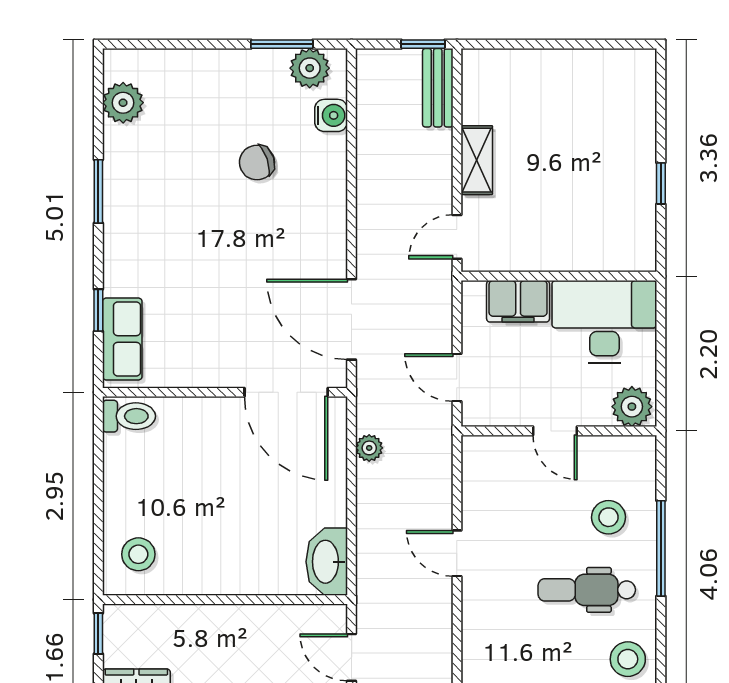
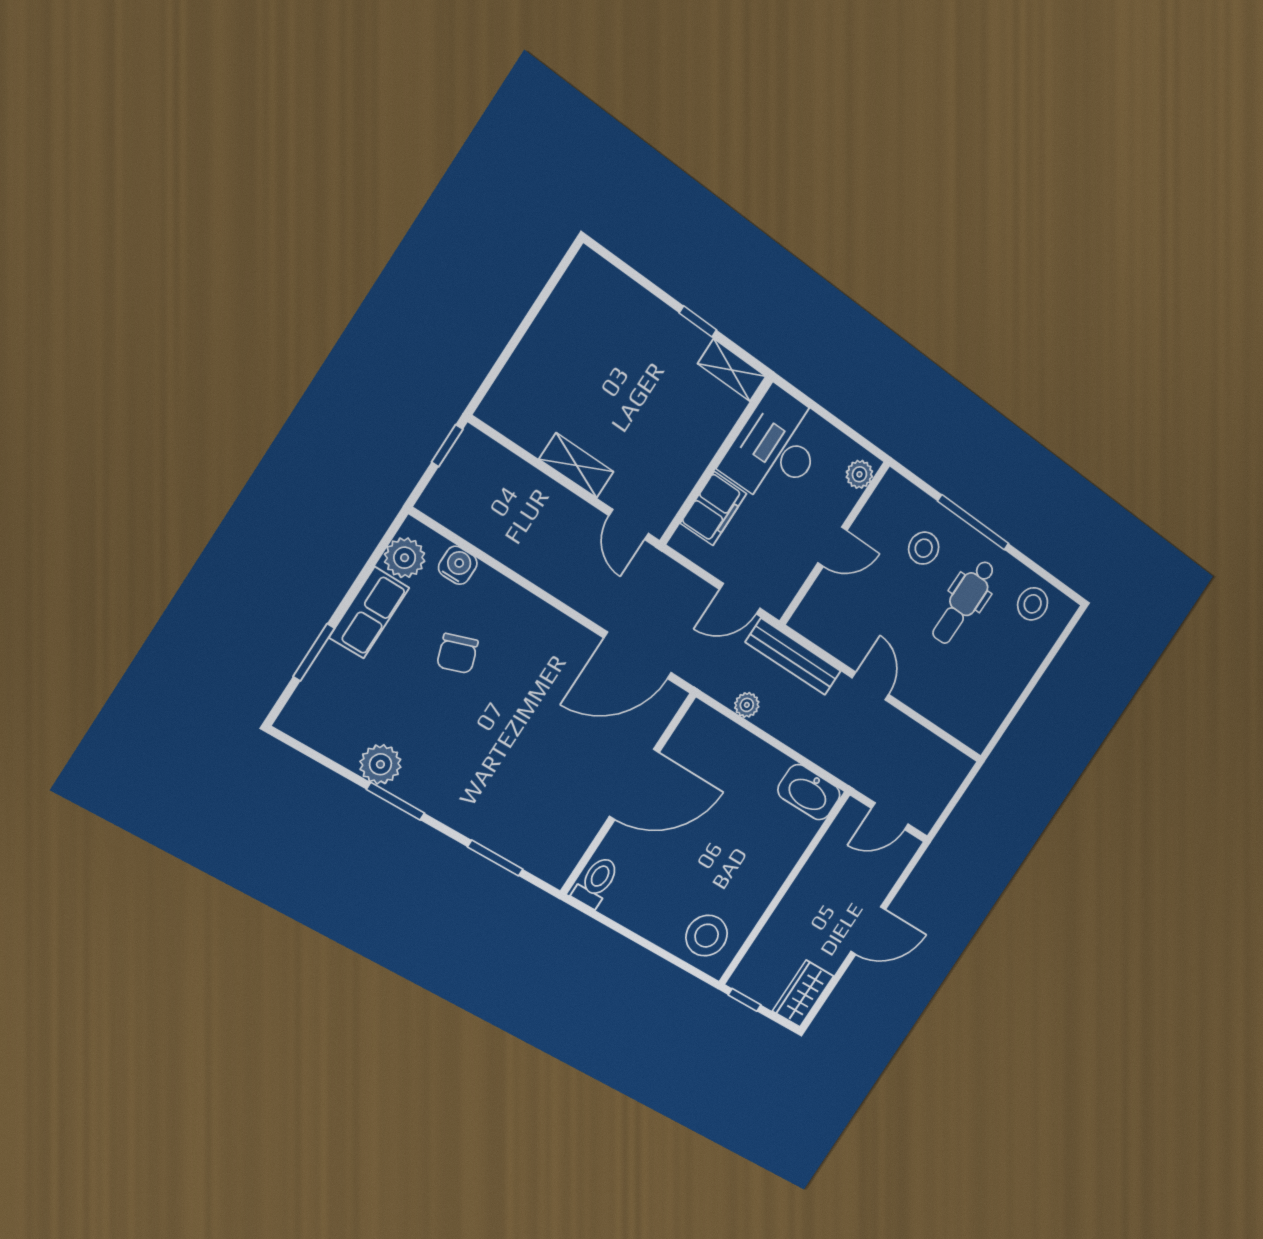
window: (282, 44) -> (314, 652), moved
bench: (438, 88) -> (793, 657), moved, width x1.36
plant: (123, 103) -> (380, 764), moved
shelving: (642, 239) -> (732, 370), added
window: (98, 310) -> (495, 858), width x1.50
row of seats: (122, 339) -> (369, 613), moved, turned 90
door: (286, 392) -> (634, 784), moved
plant: (632, 407) -> (859, 474), width x0.73, depth x0.73
door: (457, 553) -> (870, 686), swing flipped
stool: (138, 554) -> (707, 936), width x1.38, depth x1.38

